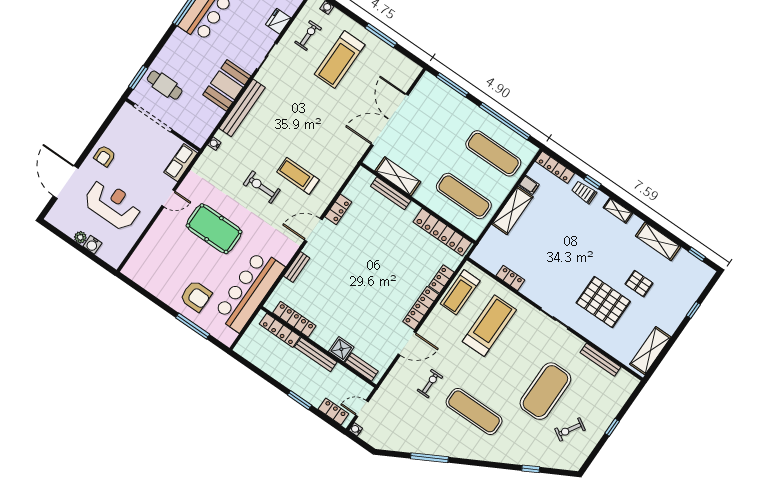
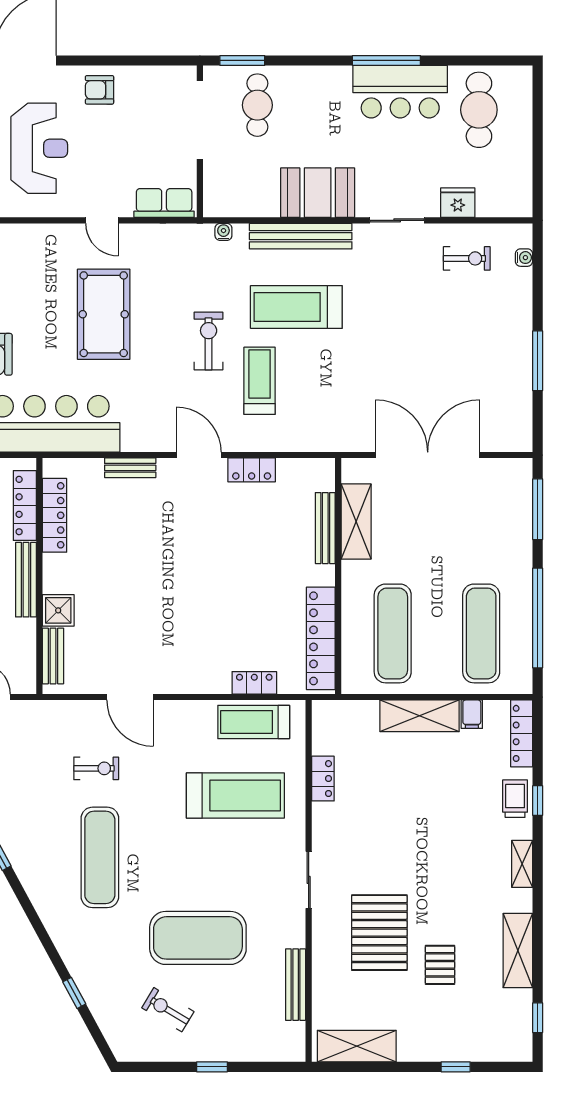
treadmill: (340, 59) -> (296, 307), moved
locker: (421, 308) -> (193, 682), removed

